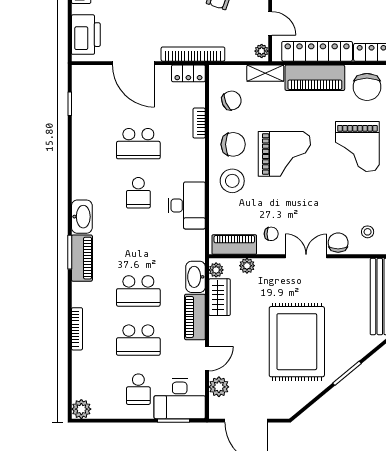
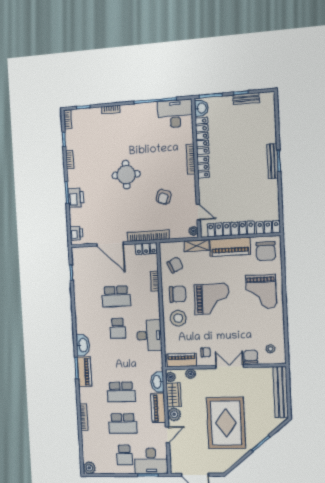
printer: (86, 35) -> (76, 233), width x0.53, depth x0.68
plant: (219, 387) -> (174, 414), moved

